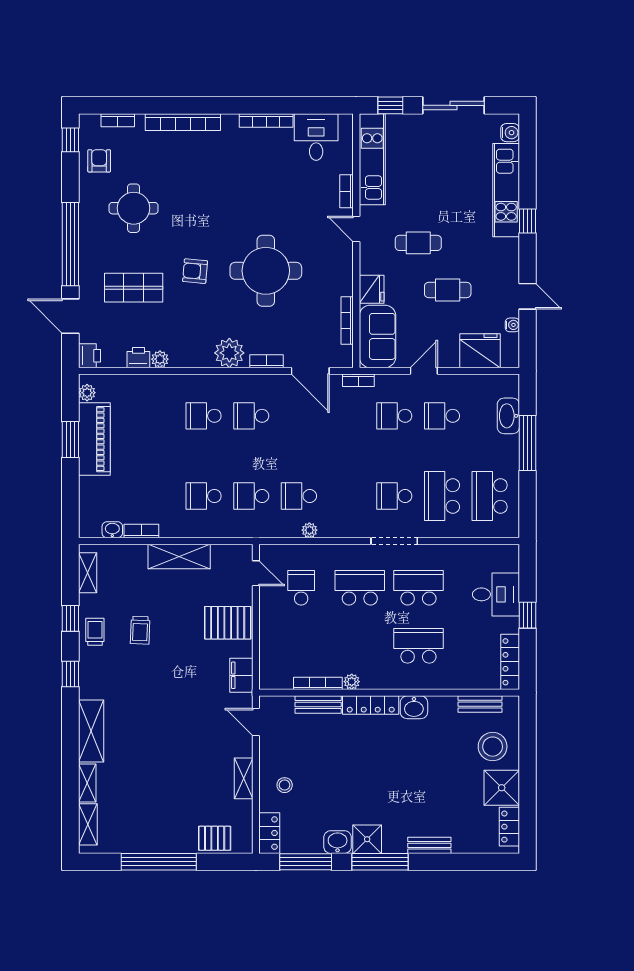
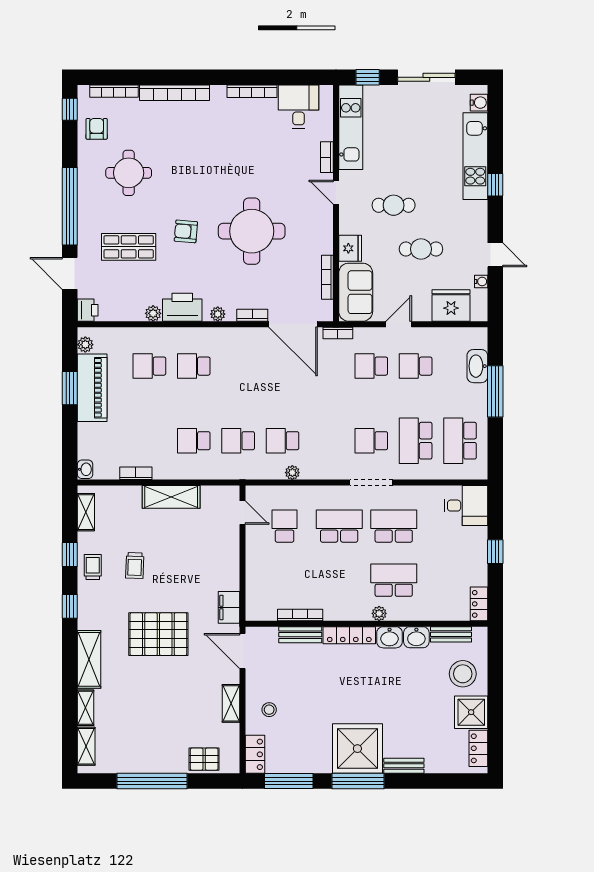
bookcase: (118, 120) -> (114, 91), width x1.56
plant: (229, 353) -> (218, 314), width x0.53, depth x0.53
printer: (138, 358) -> (182, 307), moved, width x1.87, depth x1.48
door: (310, 371) -> (293, 324), width x1.36
school desk: (251, 416) -> (149, 366), moved
washbasin: (112, 530) -> (85, 469), moved, turned 90
desk: (496, 594) -> (466, 506), moved
pallet: (228, 623) -> (158, 634), moved, width x1.37, depth x1.41
locker: (510, 662) -> (479, 604), width x0.66
plant: (352, 682) -> (379, 613), moved
door: (256, 722) -> (242, 651), width x1.38
shower: (367, 839) -> (357, 749), width x1.86, depth x1.86
washbasin: (338, 842) -> (416, 637), moved, turned 180

